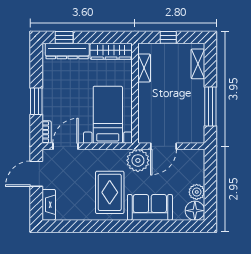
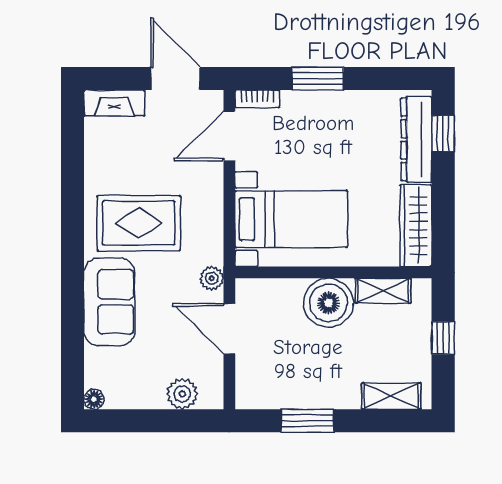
boiler: (150, 96) -> (329, 303), added
window: (210, 106) -> (307, 421), width x0.69
door: (65, 146) -> (229, 136), swing flipped
plant: (138, 160) -> (212, 278), width x0.53, depth x0.53
plant: (197, 192) -> (182, 394), moved
floor lamp: (195, 211) -> (94, 399), width x0.53, depth x0.53

